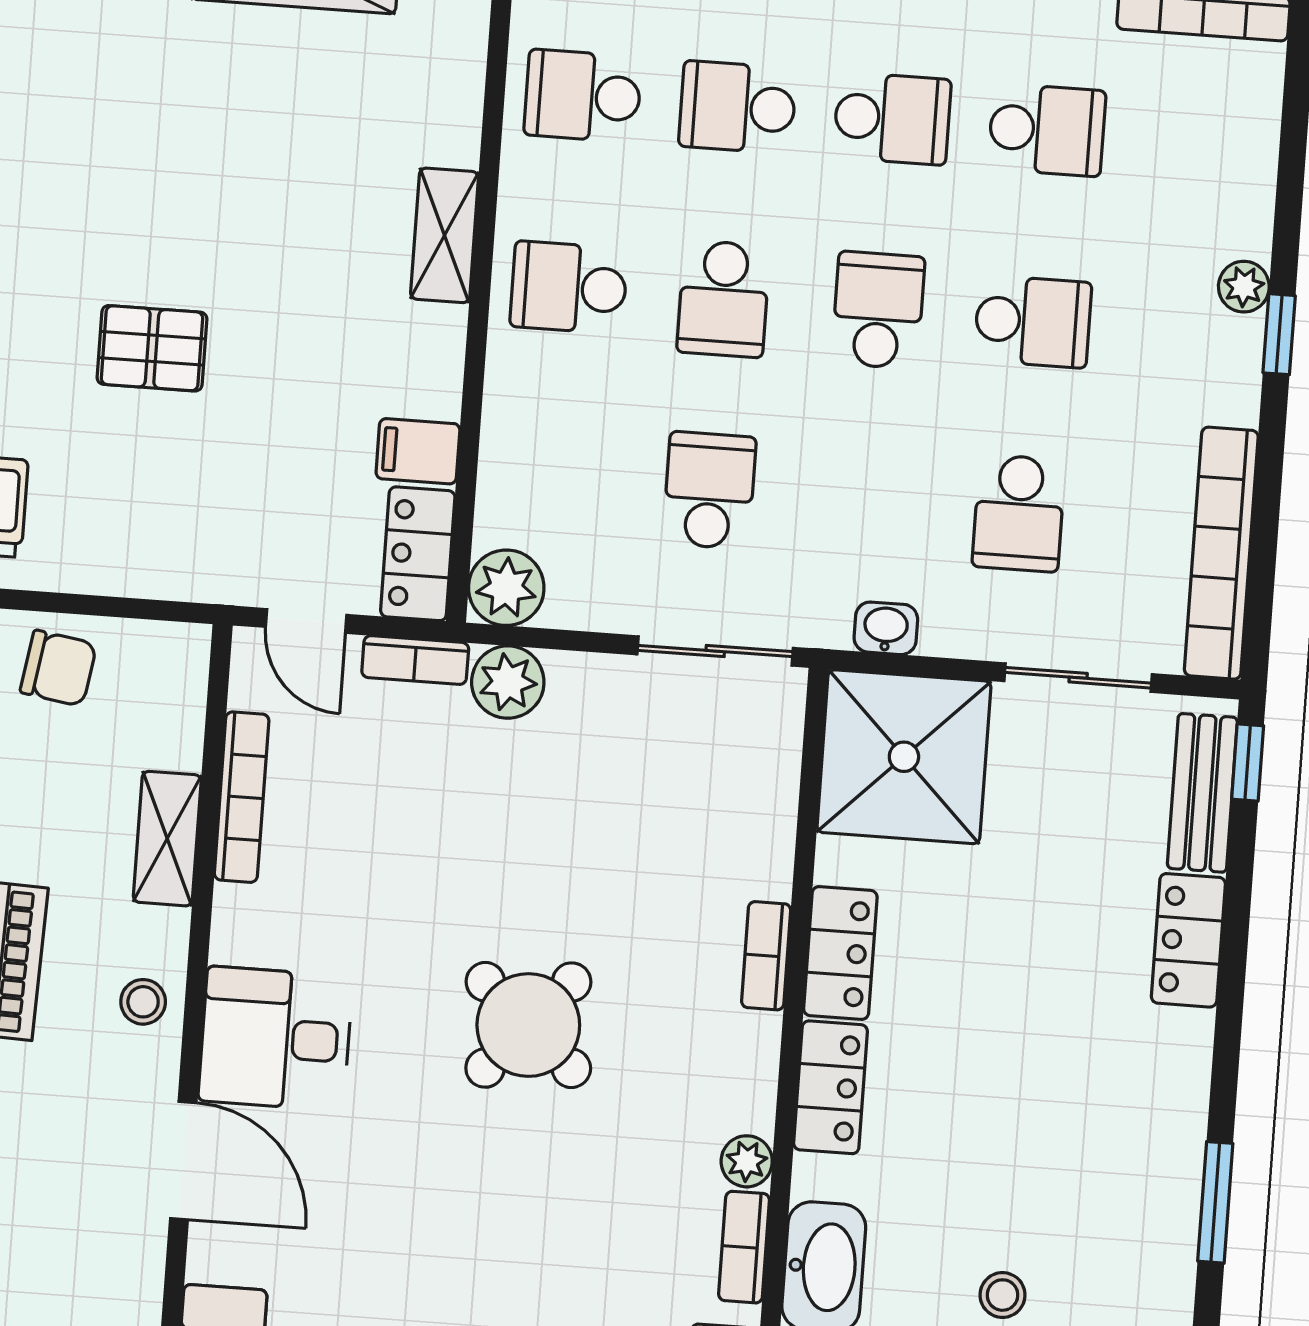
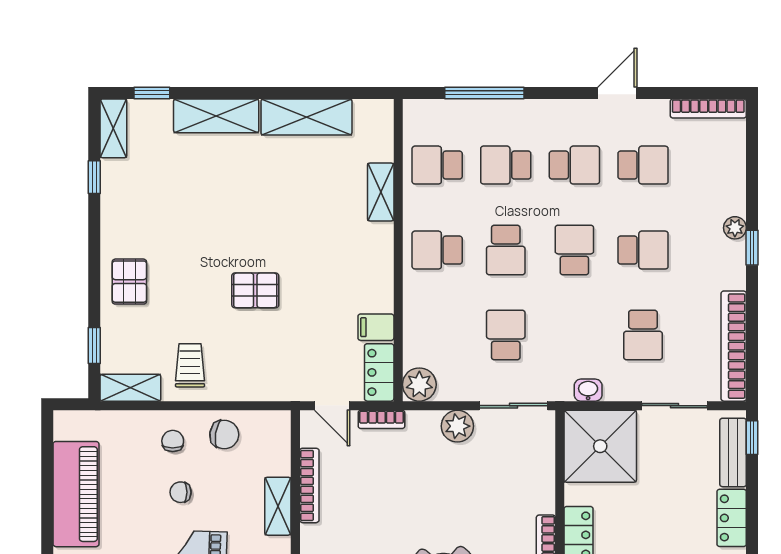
shelving: (445, 235) -> (381, 192), moved
plant: (508, 682) -> (457, 426), moved

